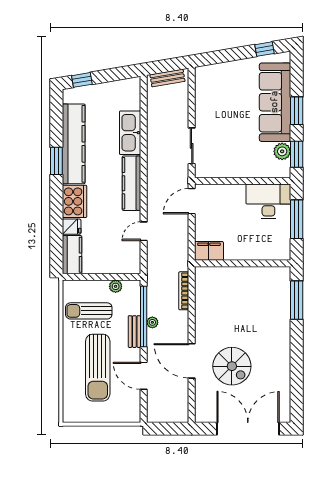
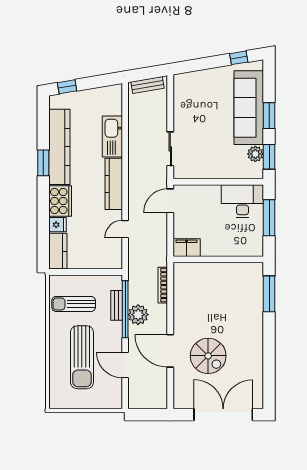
plant: (116, 286) -> (99, 281), removed
plant: (152, 322) -> (138, 315), width x1.88, depth x1.88
bench: (134, 332) -> (117, 305), moved

